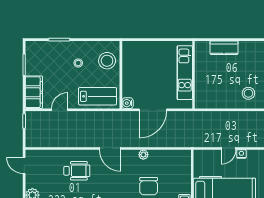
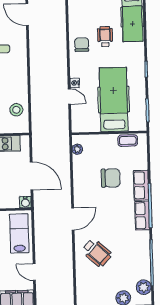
stool: (248, 93) -> (16, 110), moved
plant: (143, 155) -> (77, 149), moved
wheelchair: (77, 171) -> (97, 253), turned 133

